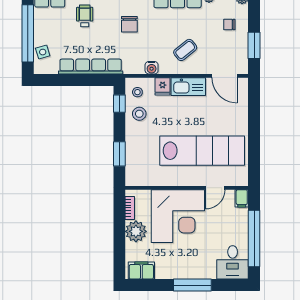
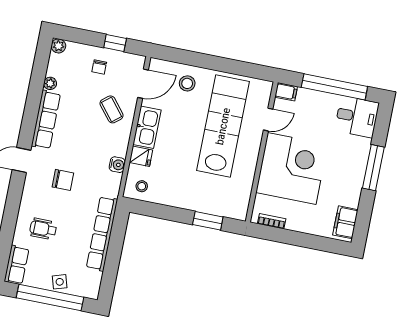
chair: (229, 24) -> (99, 67), moved
window: (254, 45) -> (115, 43), width x0.67
coffee table: (185, 50) -> (112, 109), moved
side table: (43, 52) -> (60, 282), moved
window: (119, 104) -> (151, 209), removed
stool: (139, 114) -> (187, 83), moved
door: (215, 188) -> (268, 120), hinge flipped
plant: (136, 231) -> (300, 220), removed

